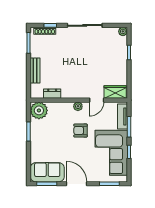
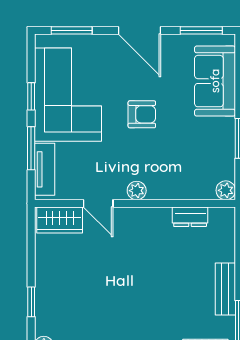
bench: (35, 71) -> (225, 289), moved
door: (97, 100) -> (98, 203), swing flipped
plant: (39, 110) -> (226, 190), width x0.53, depth x0.53
armchair: (80, 131) -> (142, 114), moved
sofa: (47, 172) -> (215, 81), moved, turned 90

